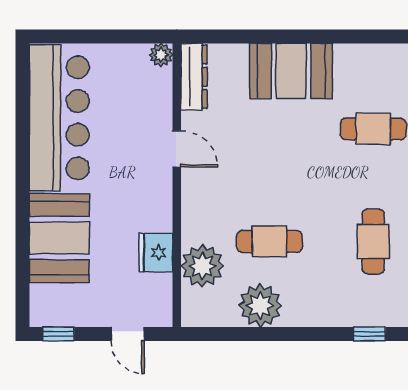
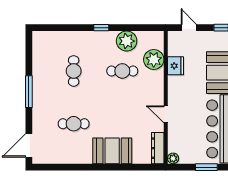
window: (90, 36) -> (206, 167), added
window: (369, 334) -> (101, 28), moved

